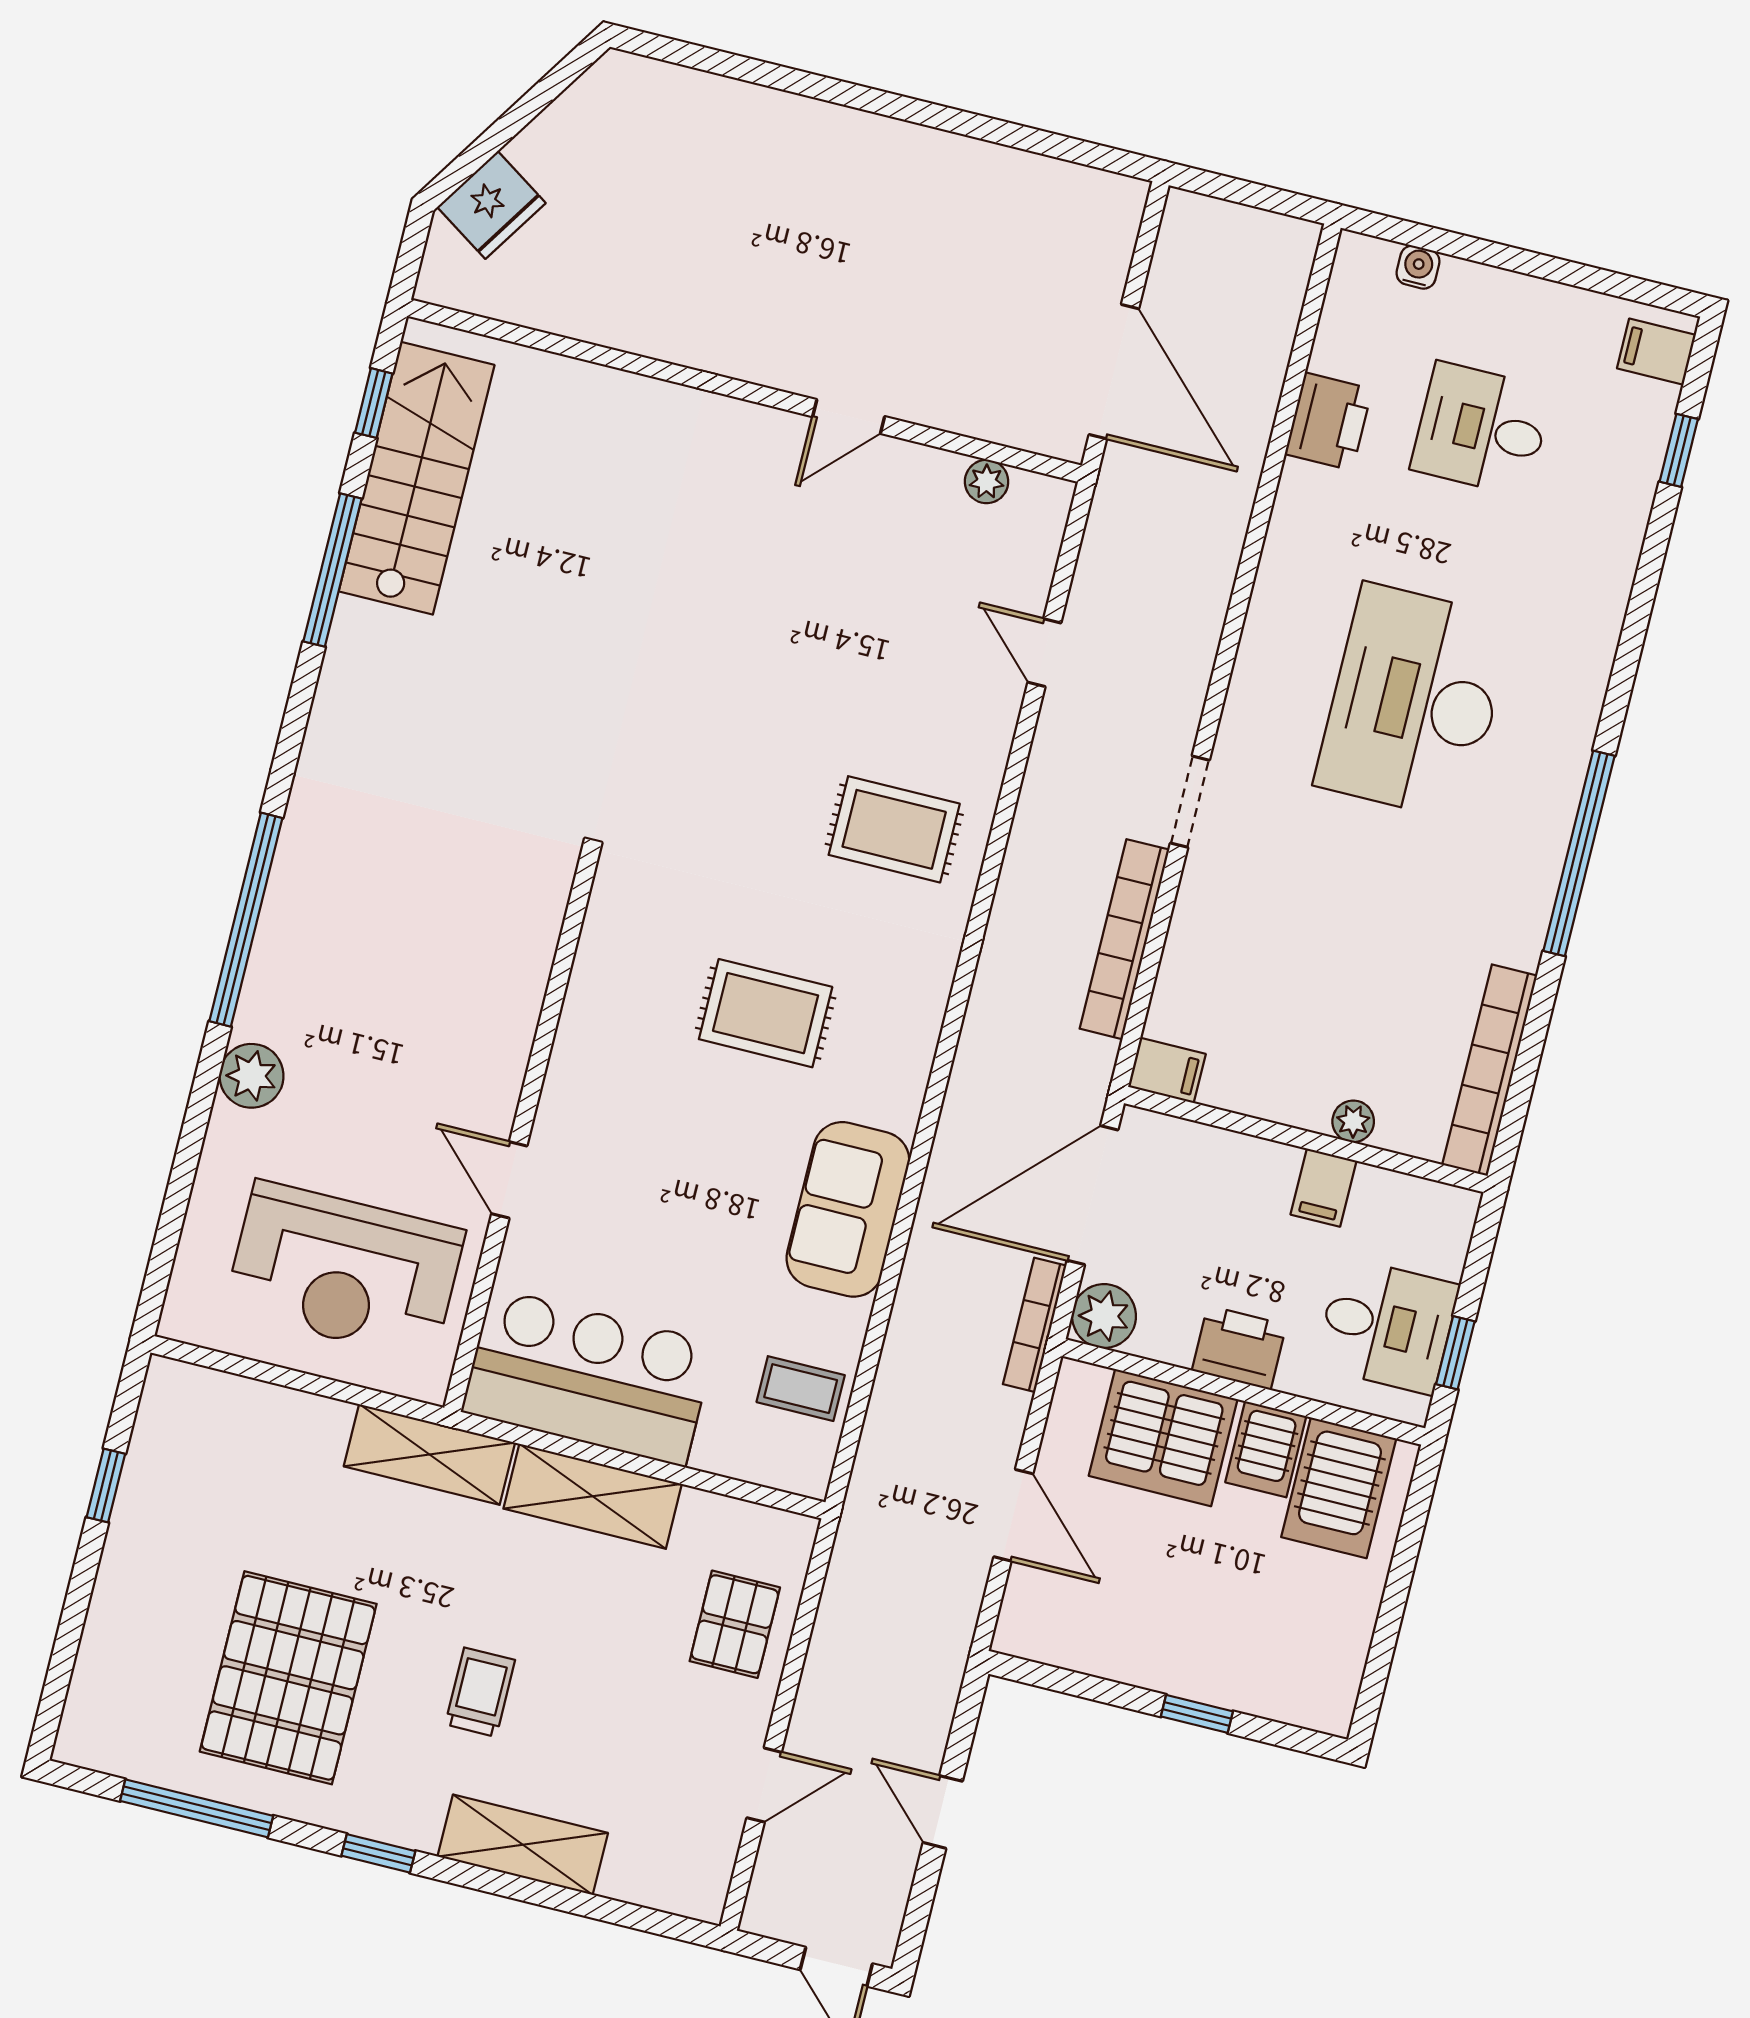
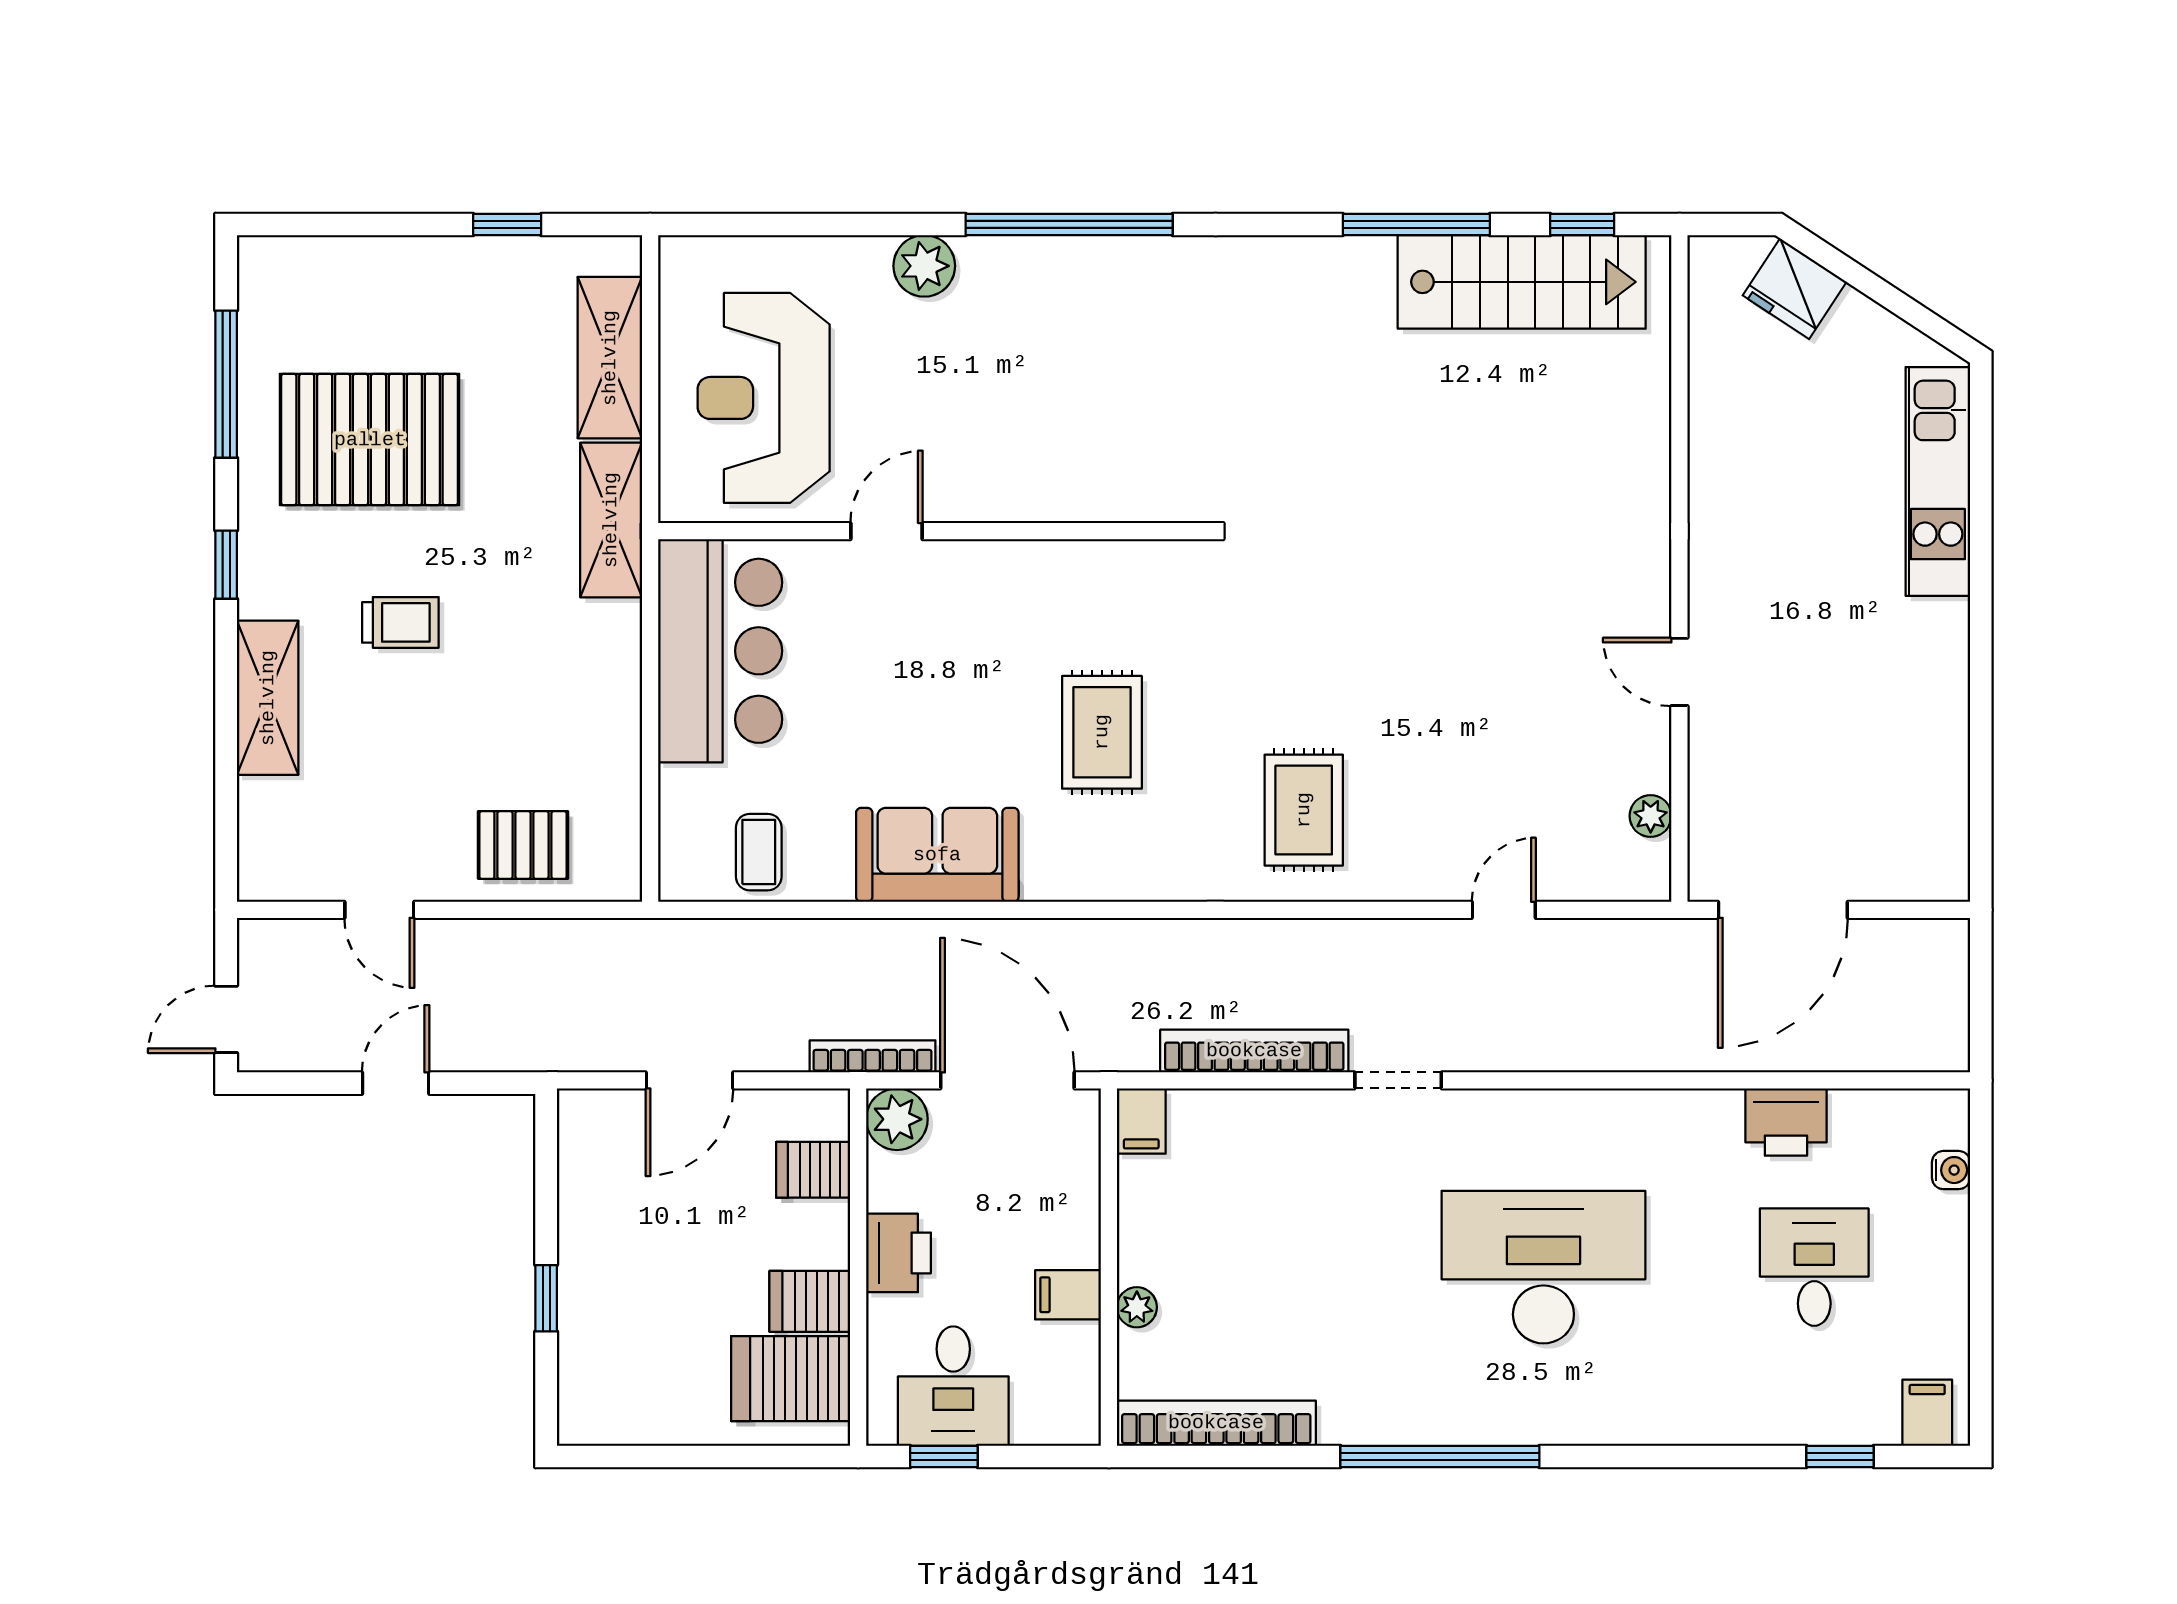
kitchen unit: (721, 109) -> (1938, 481), added
server rack: (1163, 1438) -> (813, 1170), width x0.46, depth x0.70
shelving: (593, 1496) -> (610, 358), moved

